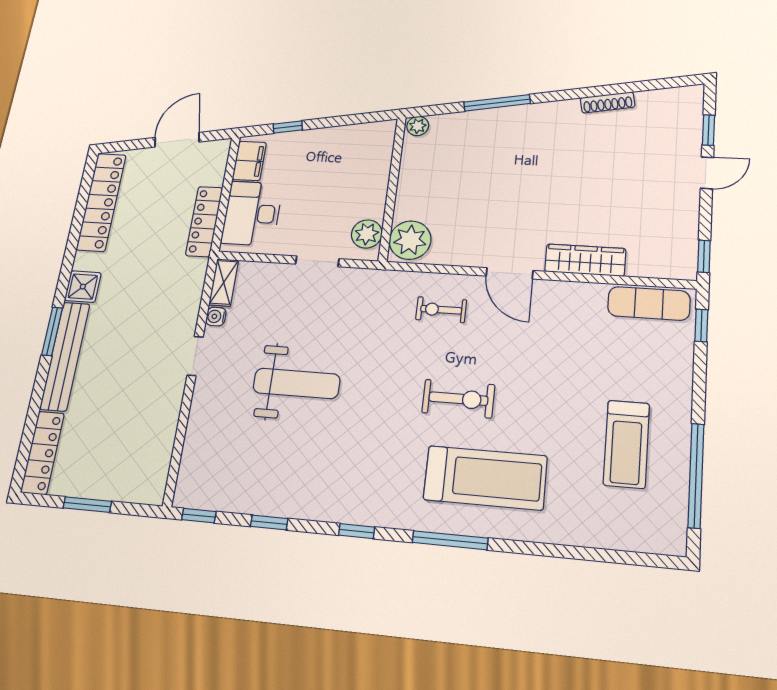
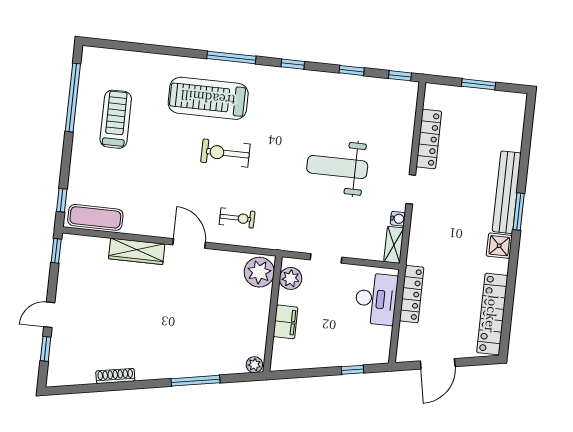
filing cabinet: (249, 161) -> (285, 322), moved, turned 180
locker: (43, 453) -> (429, 139), moved, turned 180

